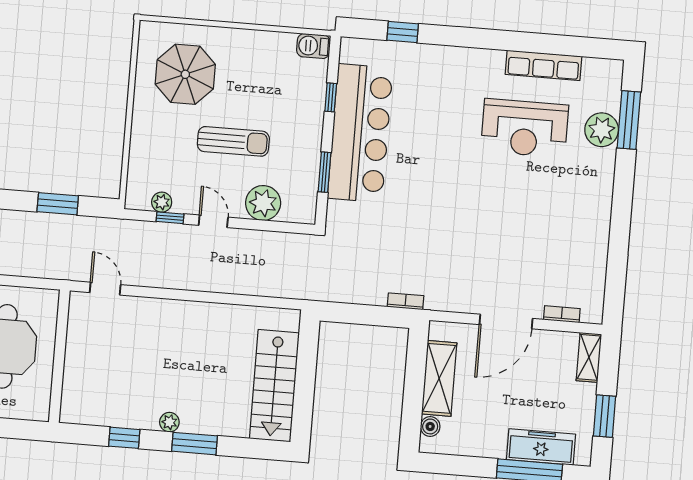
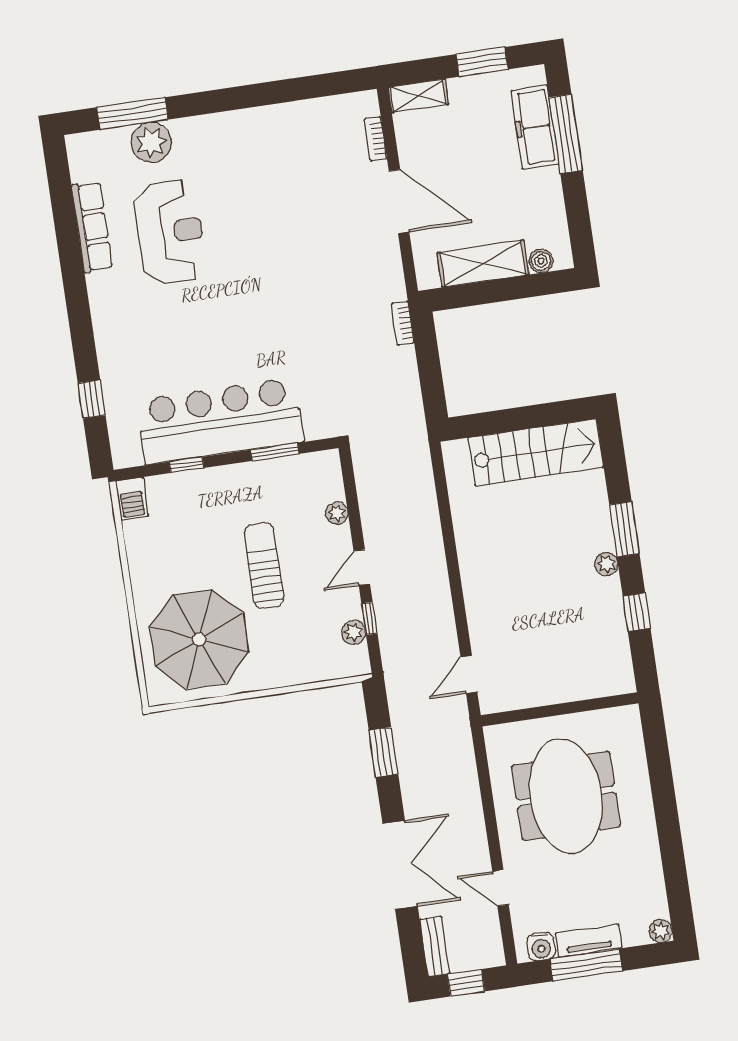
parasol: (185, 74) -> (199, 639), width x1.36, depth x1.36
plant: (263, 203) -> (337, 513), width x0.53, depth x0.53

